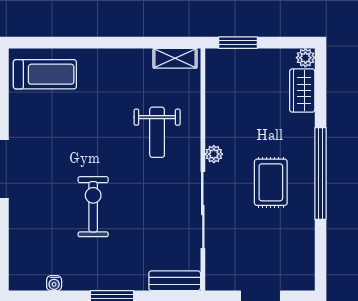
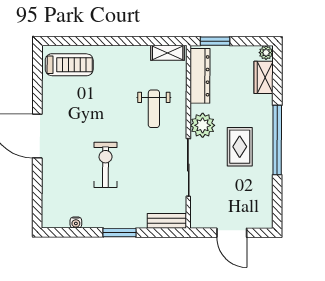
dresser: (218, 89) -> (200, 76), added
plant: (214, 154) -> (203, 125), width x1.88, depth x1.88

